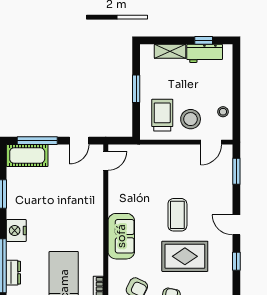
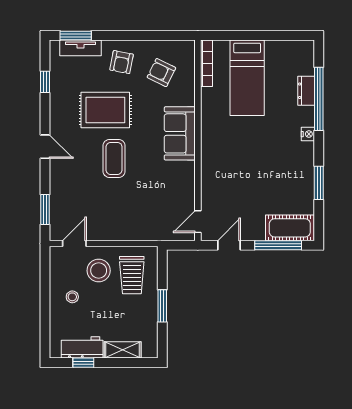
stool: (223, 112) -> (72, 297), moved
nightstand: (16, 231) -> (308, 134), width x0.53, depth x0.56
window: (236, 261) -> (45, 82), moved

